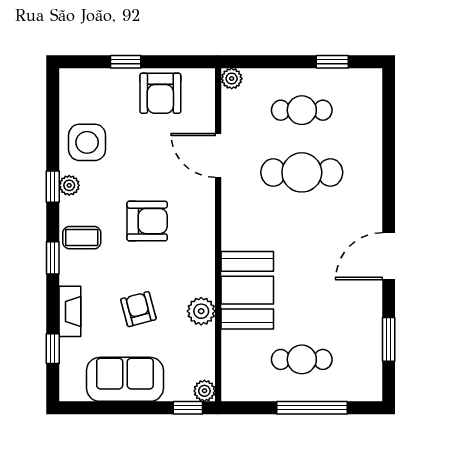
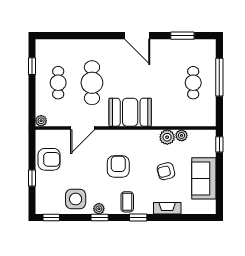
booth: (247, 290) -> (130, 112), moved
window: (53, 349) -> (51, 218), moved
plant: (204, 391) -> (182, 135), moved

